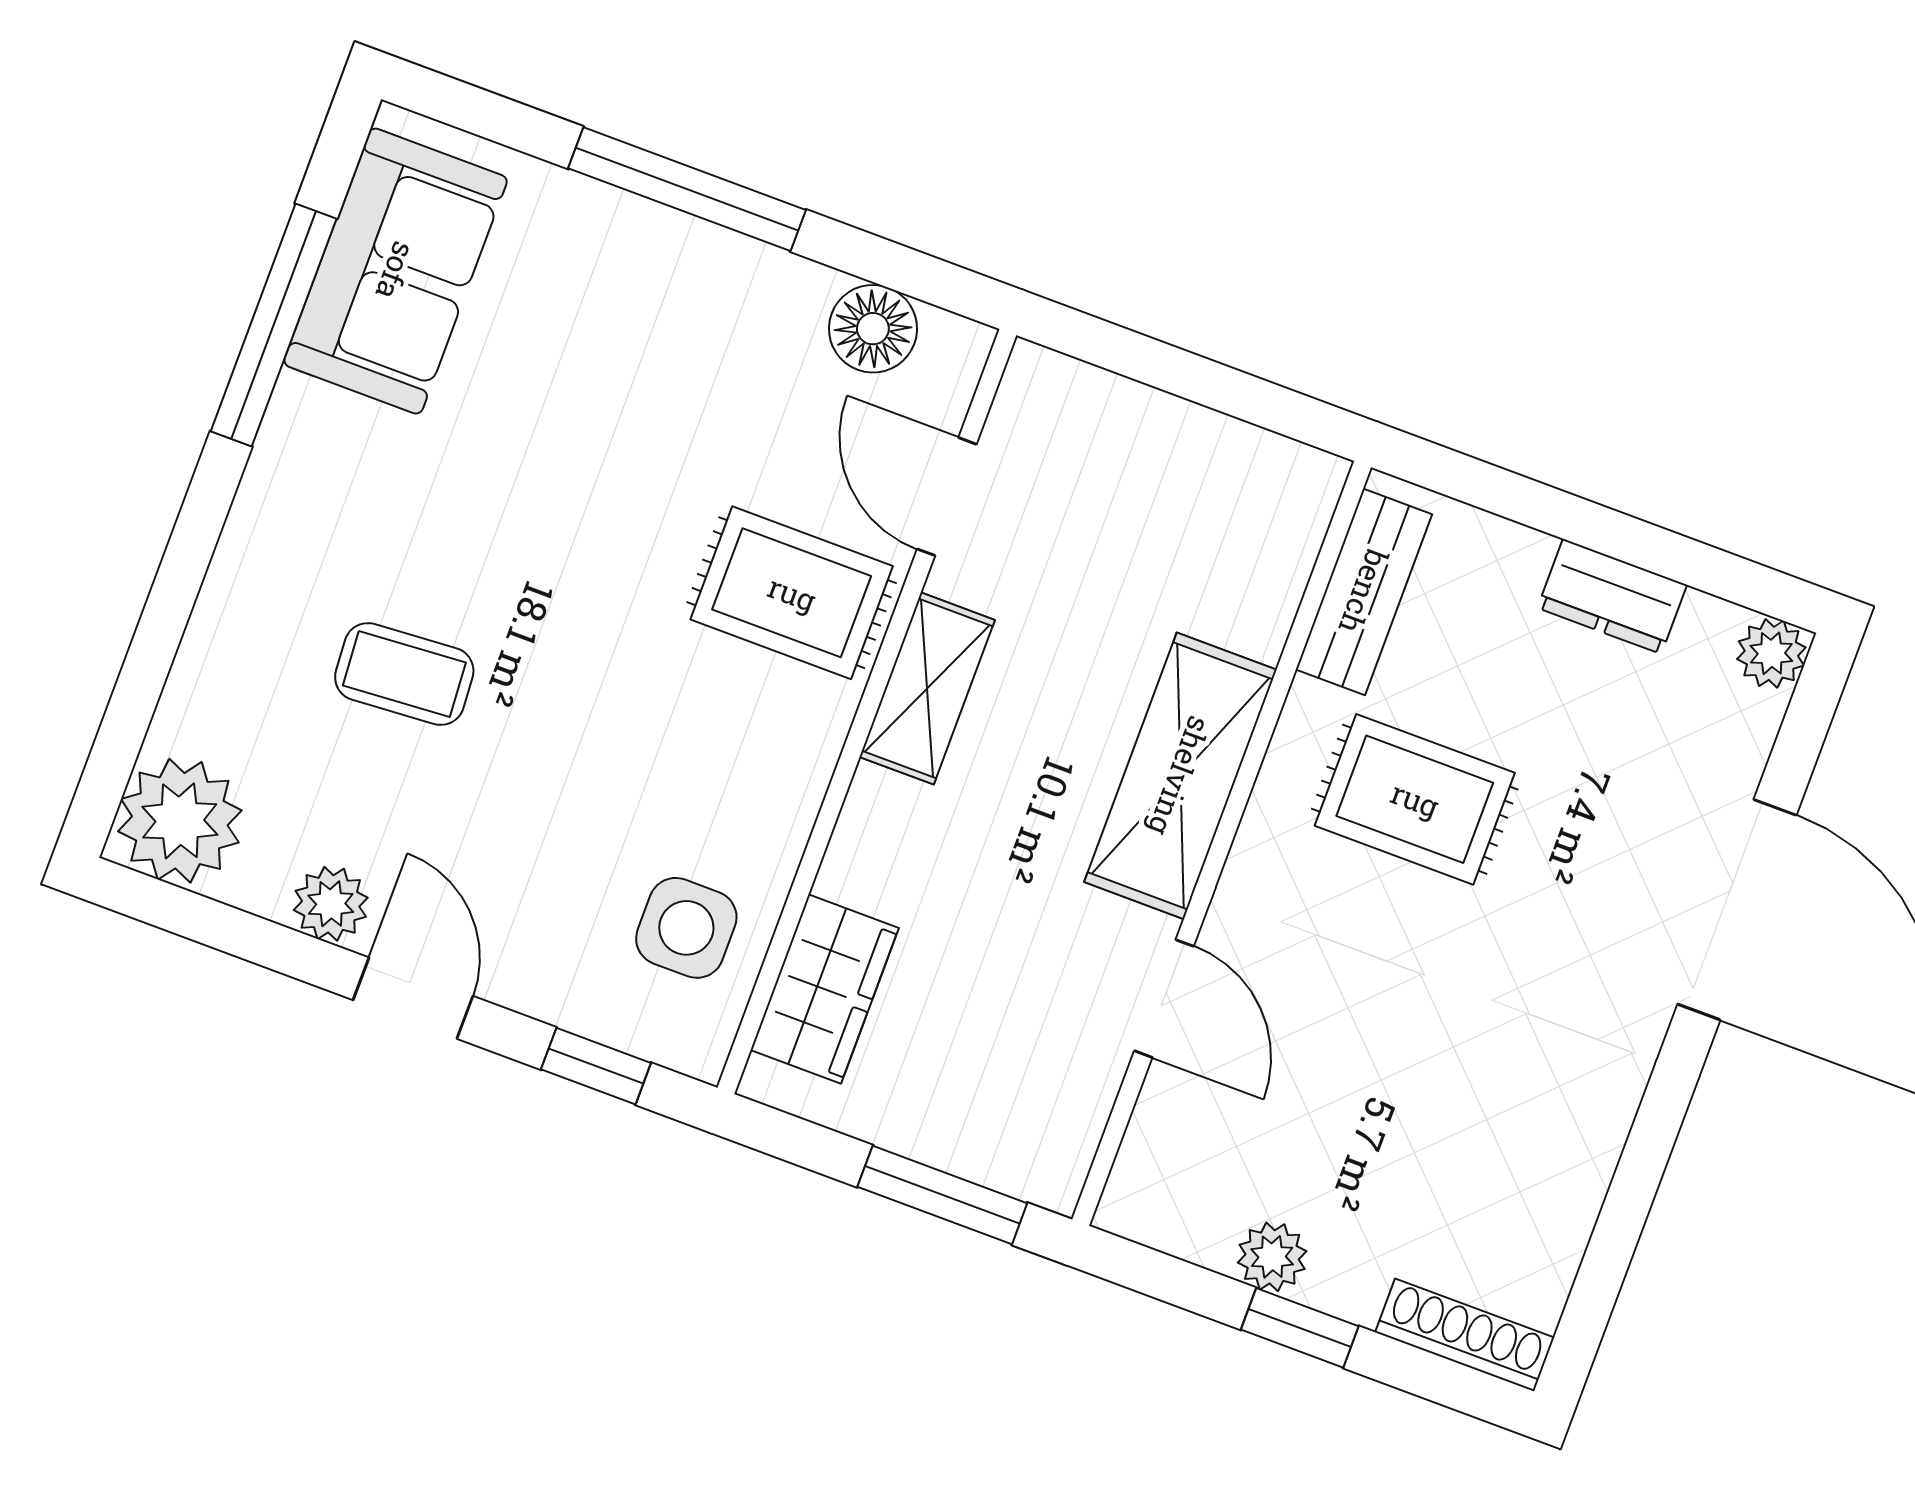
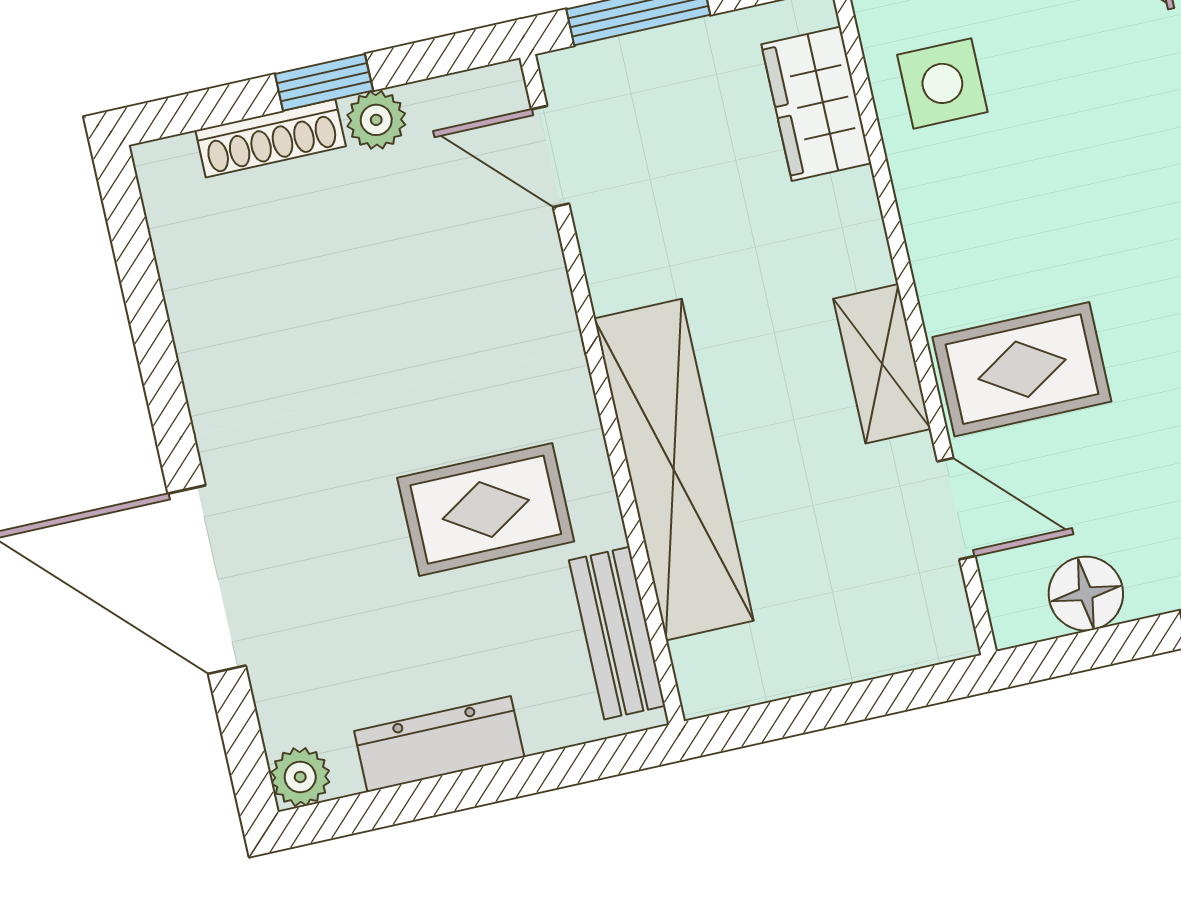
dresser: (1612, 596) -> (439, 744), width x1.44
shelving: (1180, 776) -> (674, 470), width x1.47
door: (1164, 998) -> (550, 157), moved
shoe rack: (1465, 1335) -> (271, 138), moved

